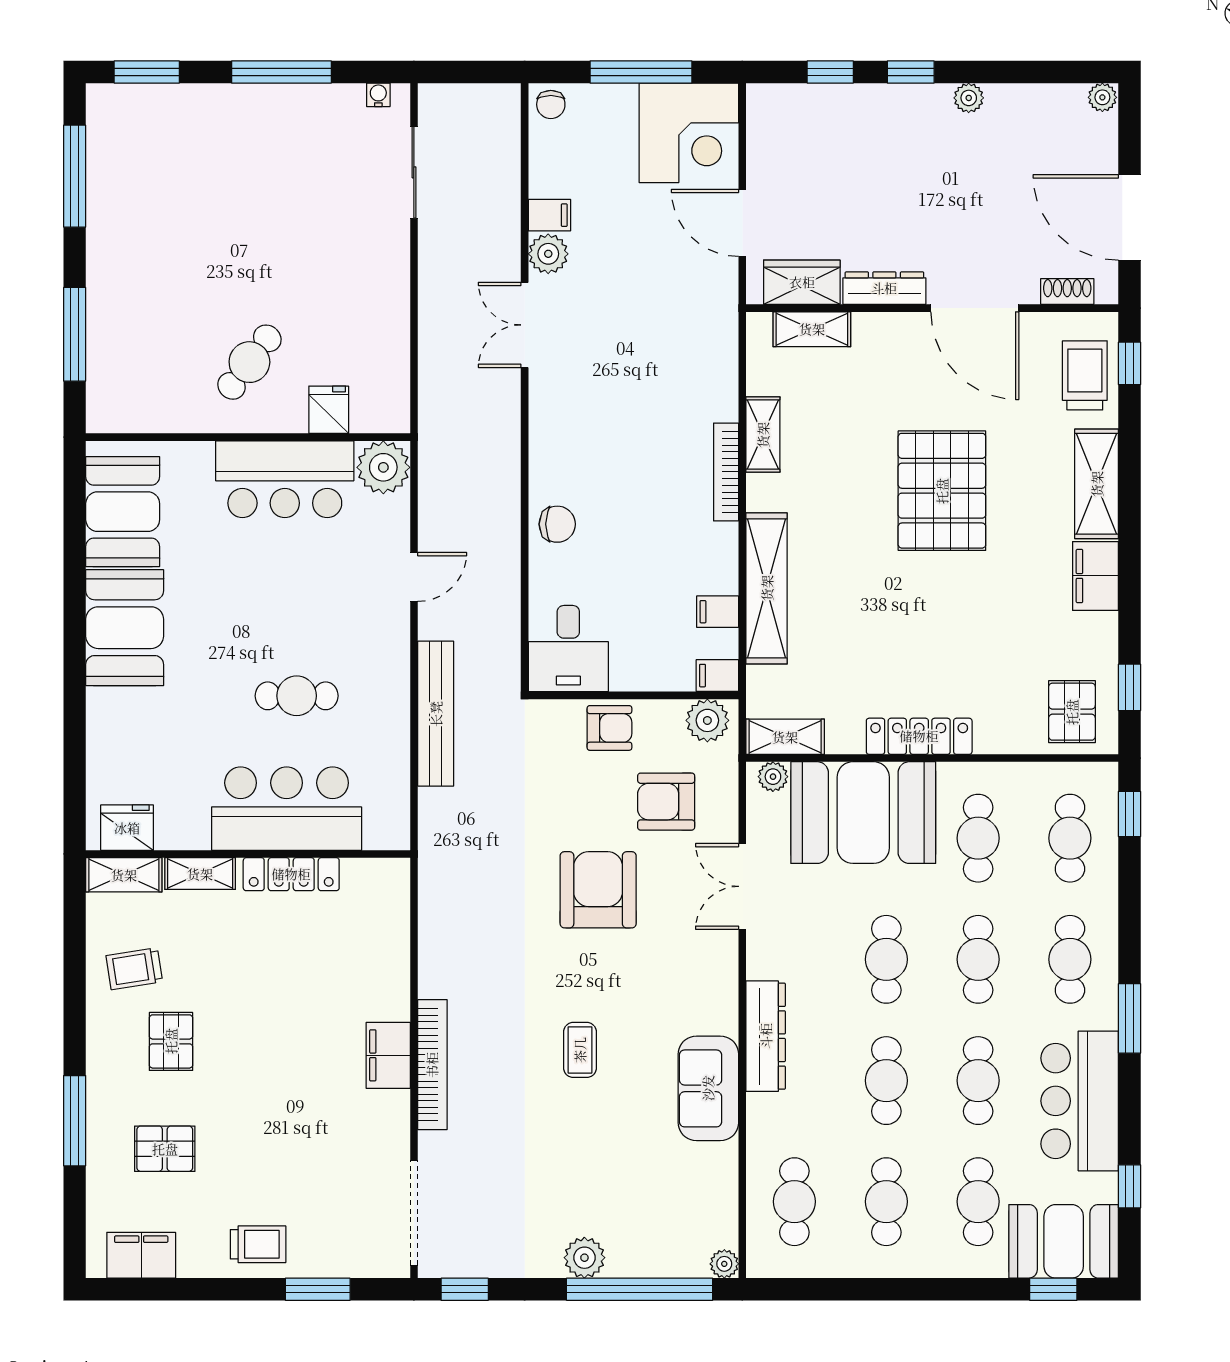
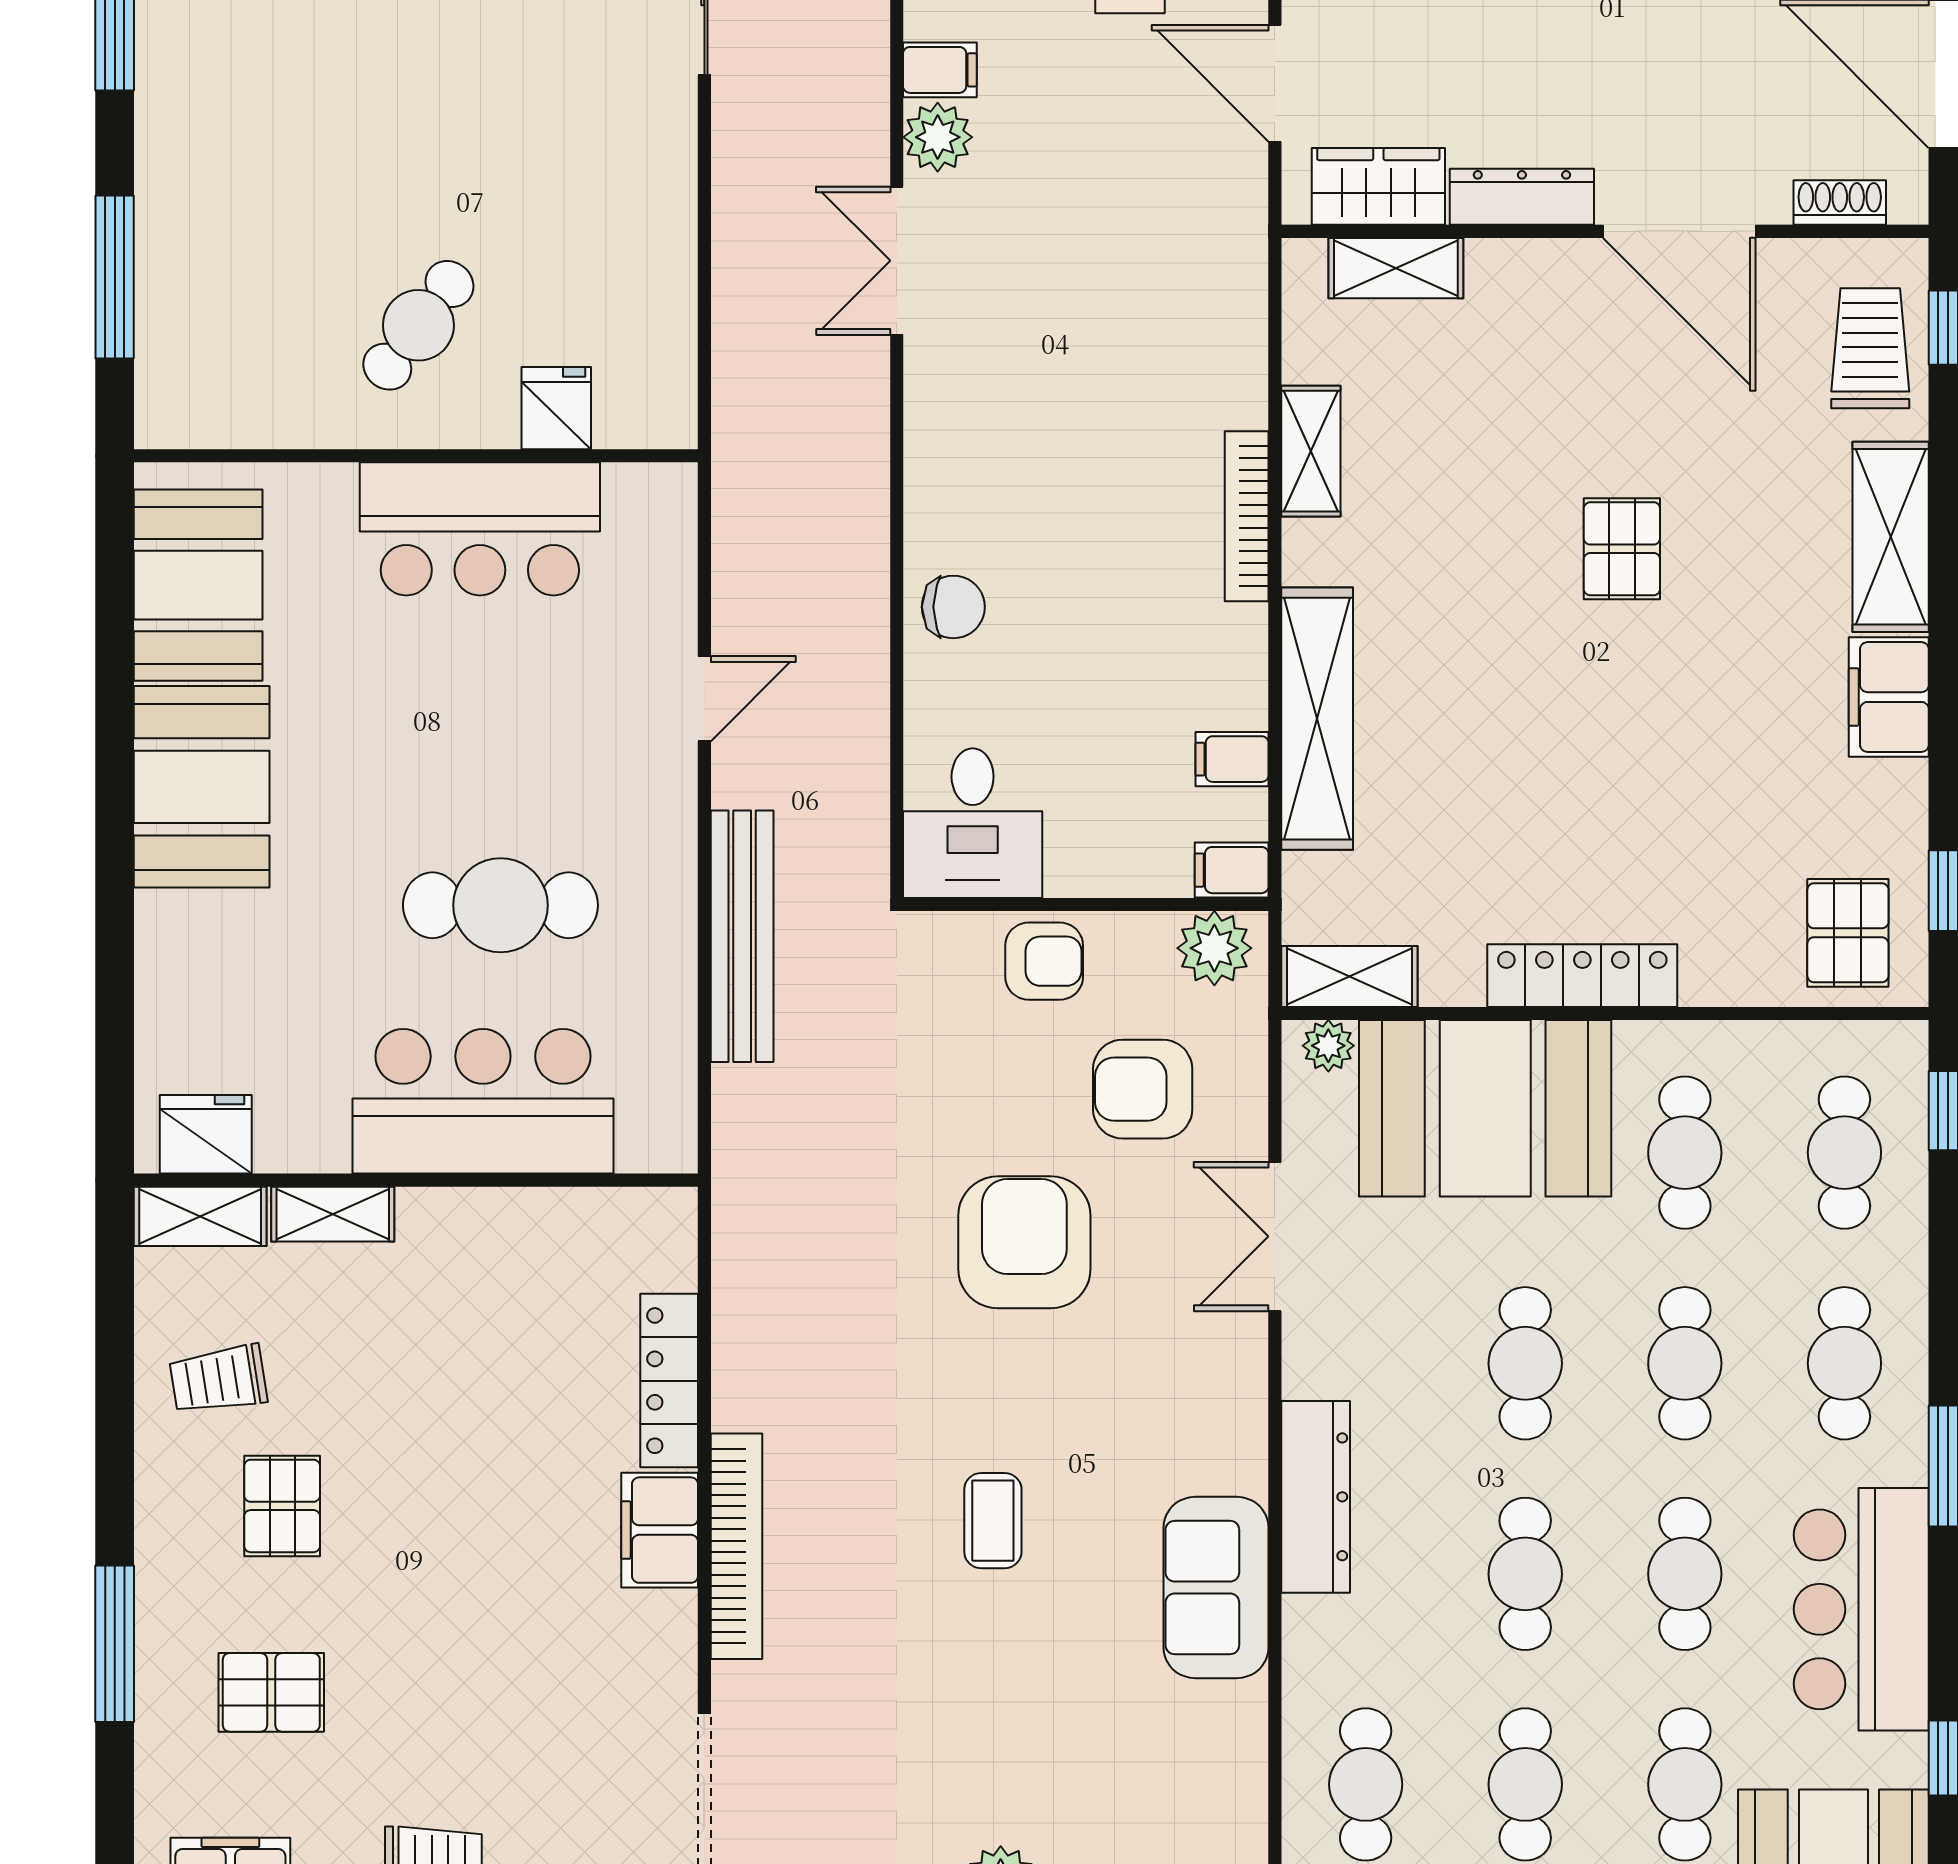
plant: (383, 467) -> (651, 508), removed
pallet: (942, 491) -> (1622, 549), width x0.49, depth x0.50
cafe table: (297, 696) -> (500, 905), width x1.37, depth x1.35
locker: (291, 874) -> (669, 1381), moved, turned 90

